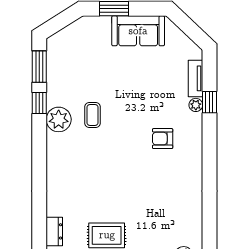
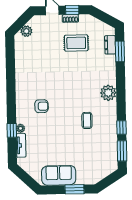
plant: (59, 119) -> (108, 93), moved
window: (39, 221) -> (120, 51), added

